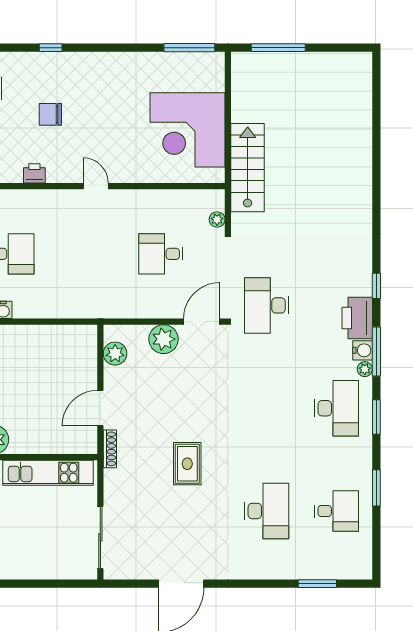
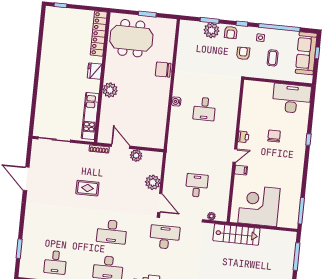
filing cabinet: (123, 171) -> (241, 170), added
printer: (34, 173) -> (243, 137), moved
plant: (115, 354) -> (136, 156), moved
desk: (267, 511) -> (112, 232), moved

